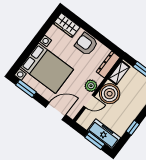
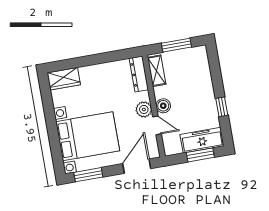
armchair: (86, 44) -> (99, 77), removed
boiler: (110, 94) -> (163, 106), width x0.54, depth x0.54
door: (89, 101) -> (157, 125), hinge flipped

